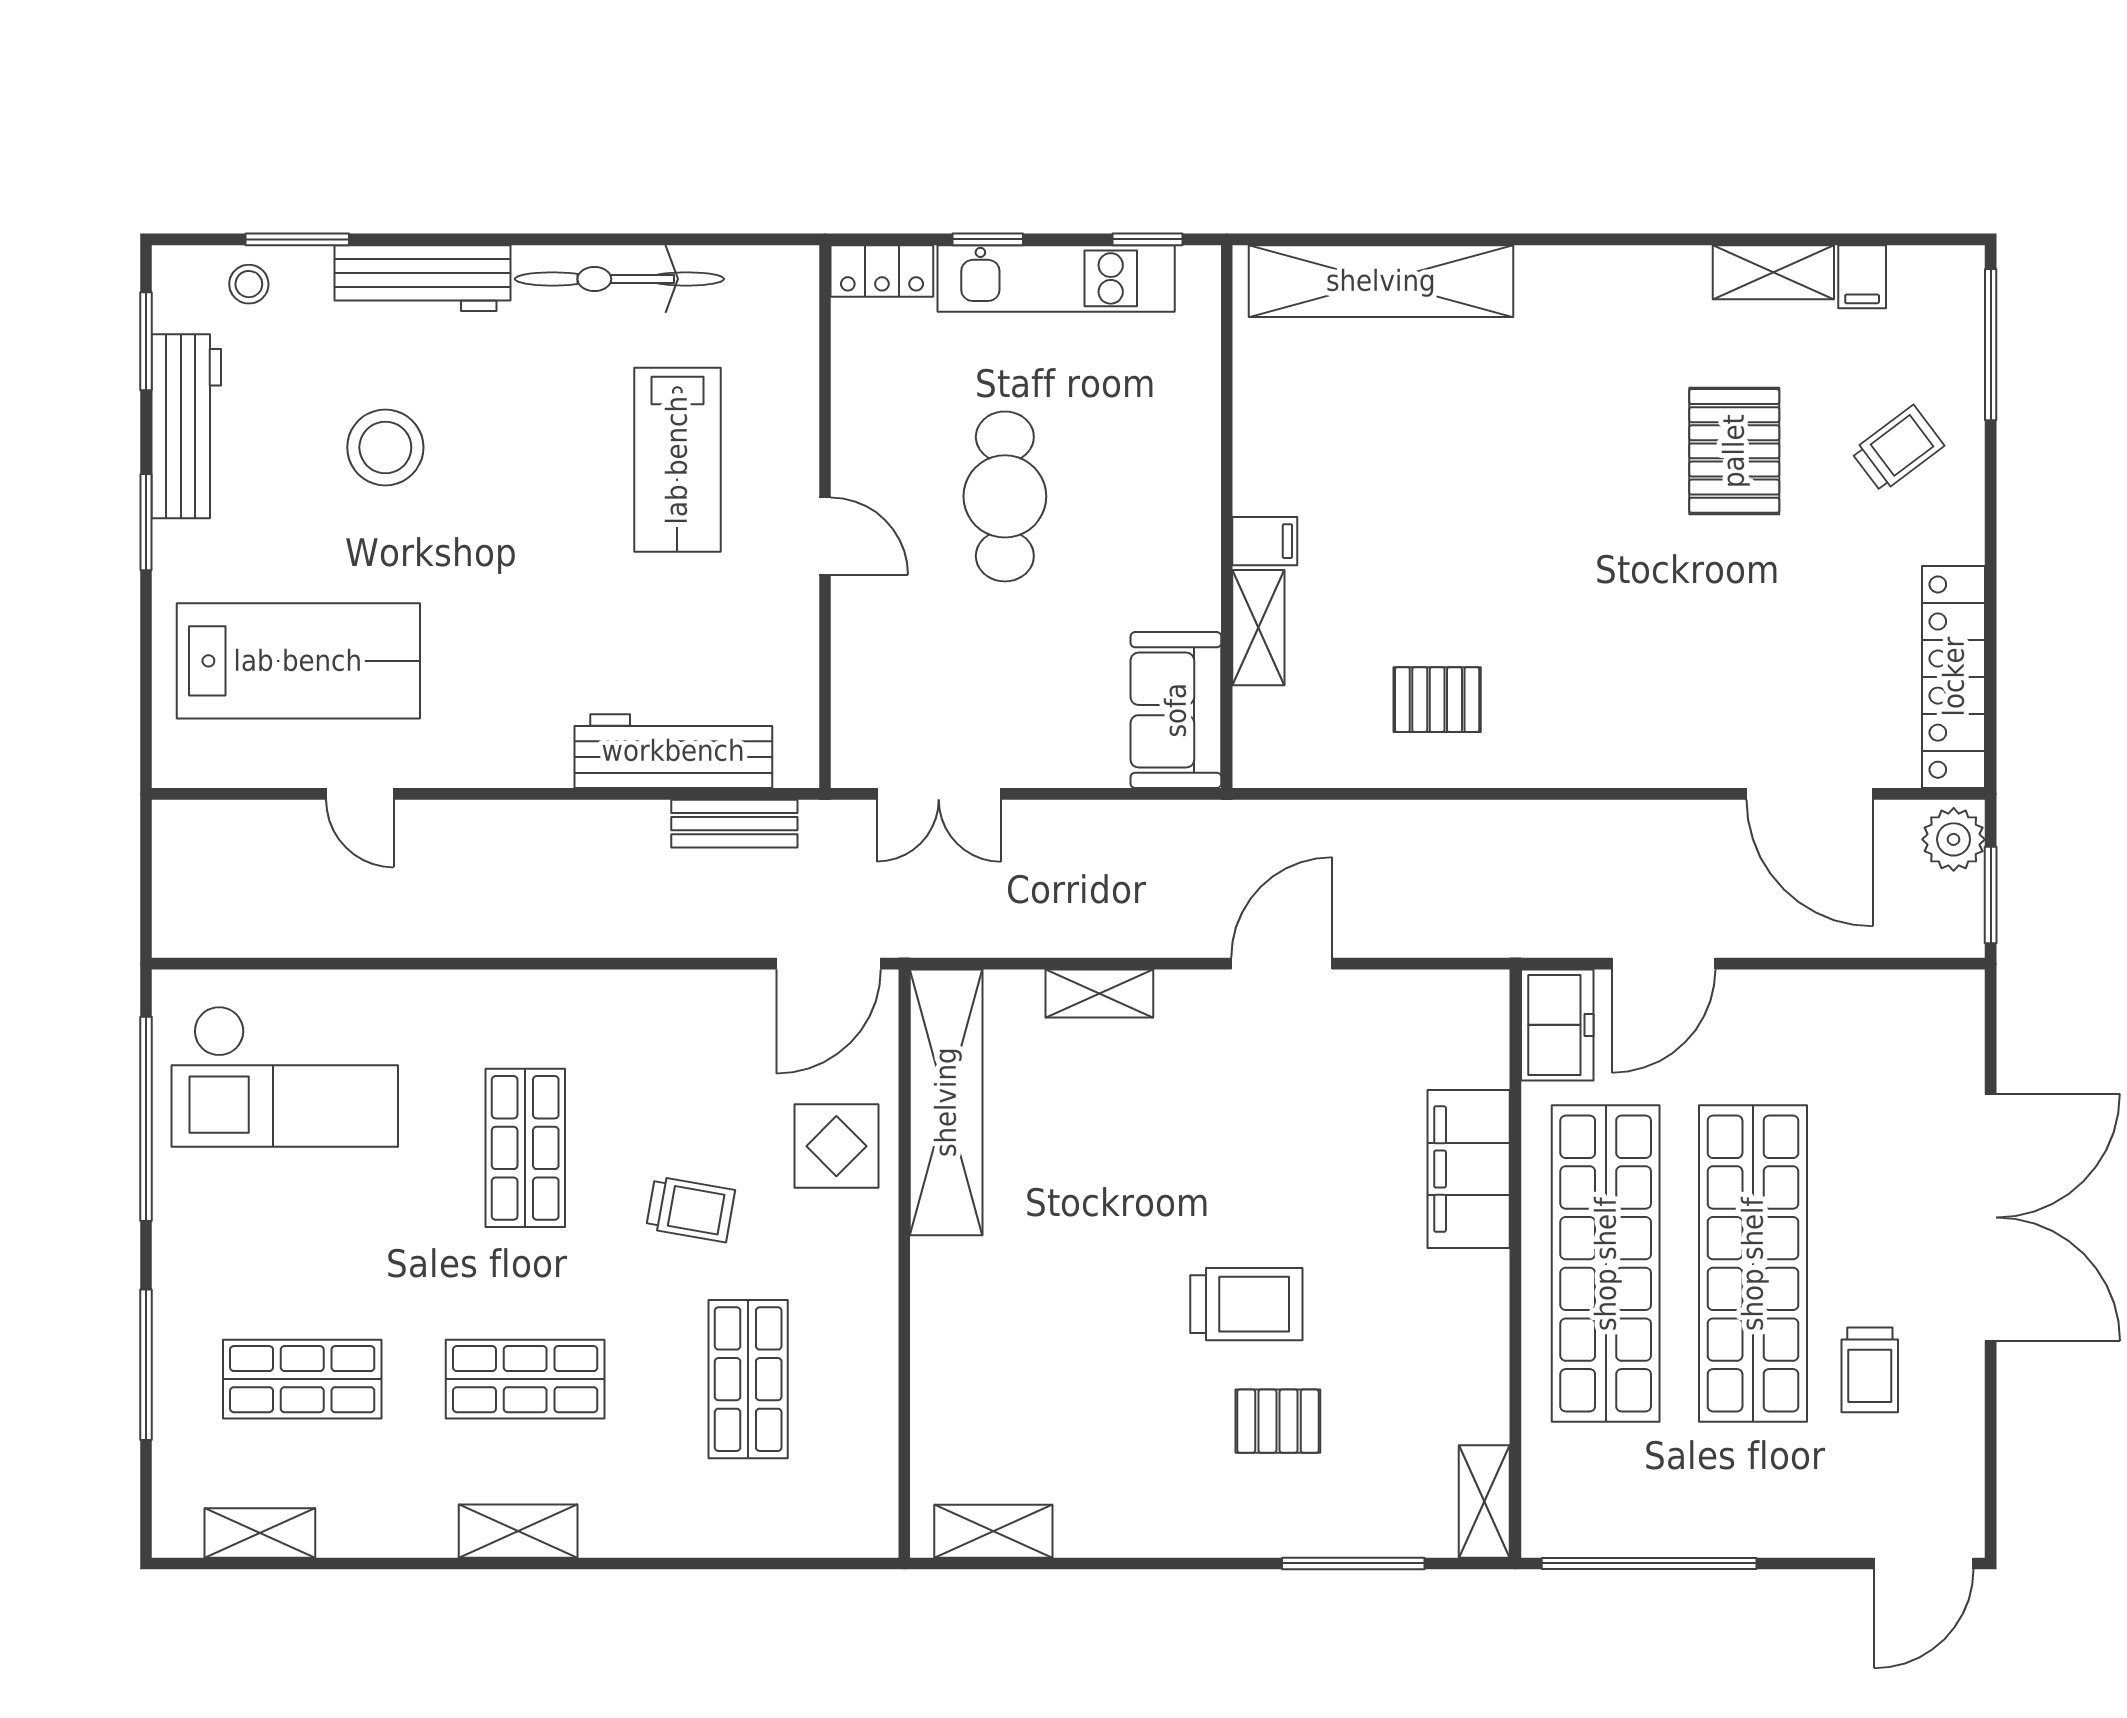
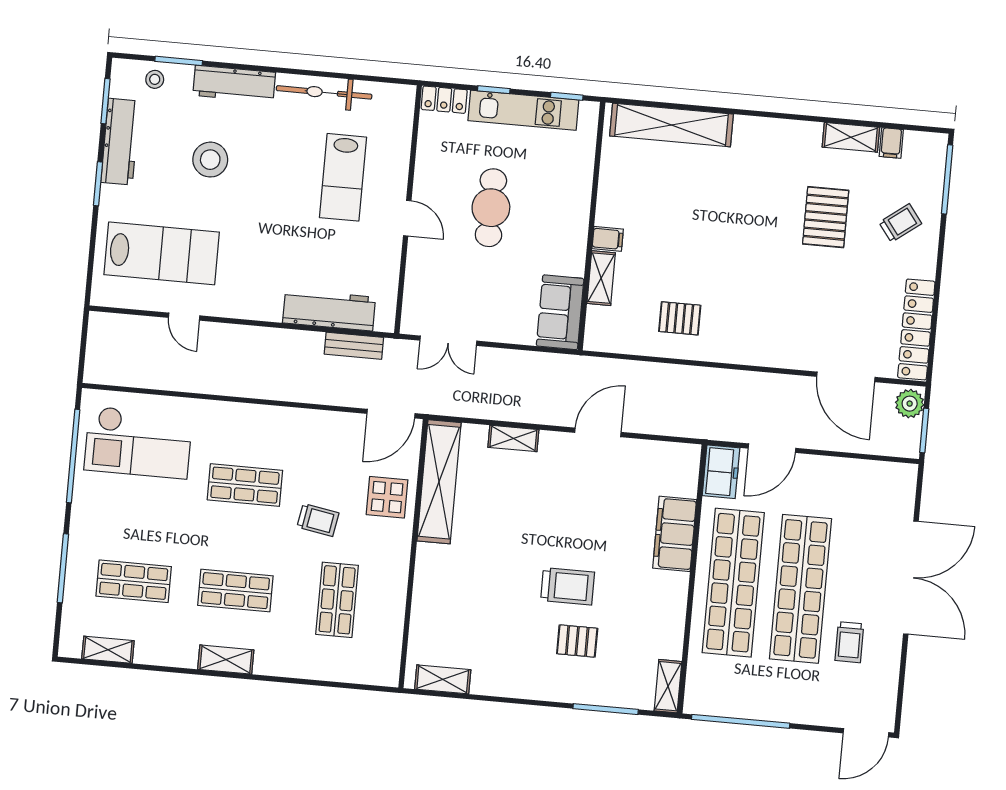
shop shelf: (525, 1148) -> (245, 485), turned 90

